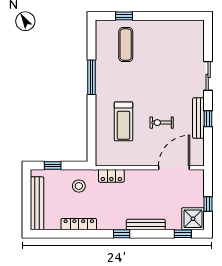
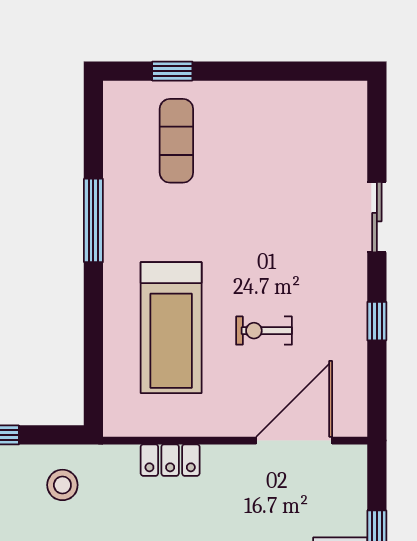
bench: (198, 118) -> (353, 320), removed
treadmill: (124, 121) -> (171, 328), width x1.37, depth x1.38
locker: (111, 176) -> (170, 460), moved

